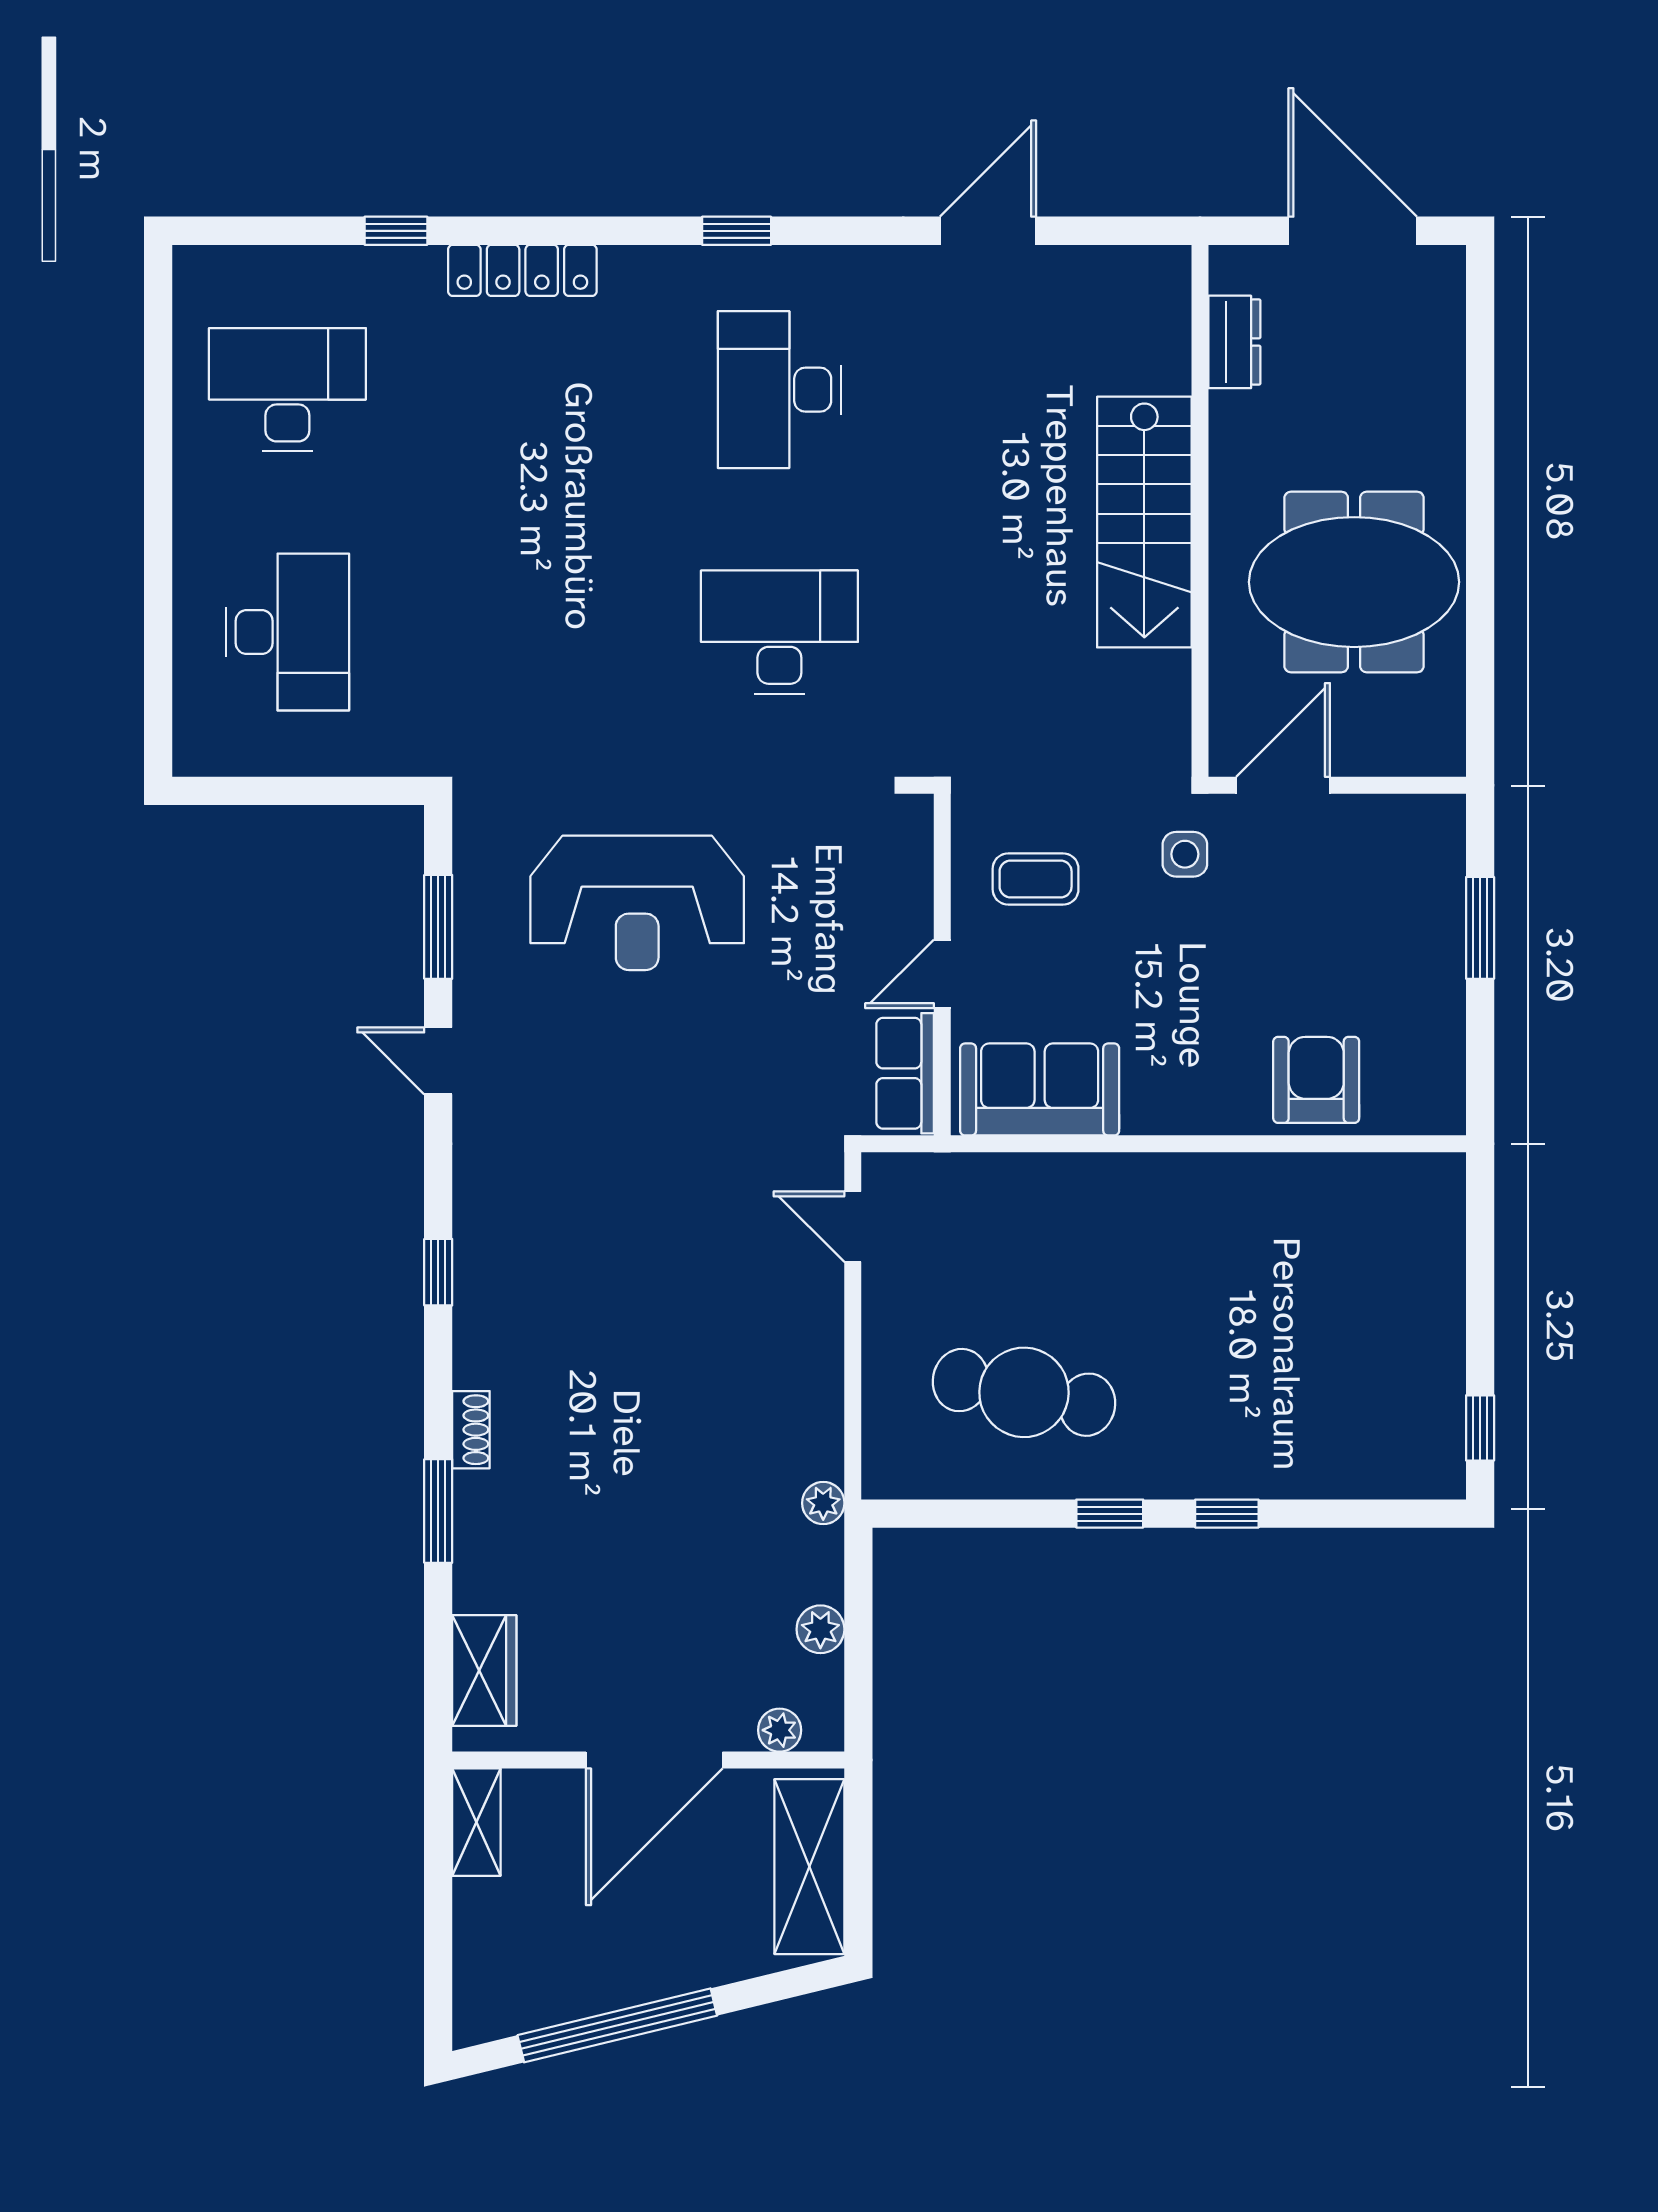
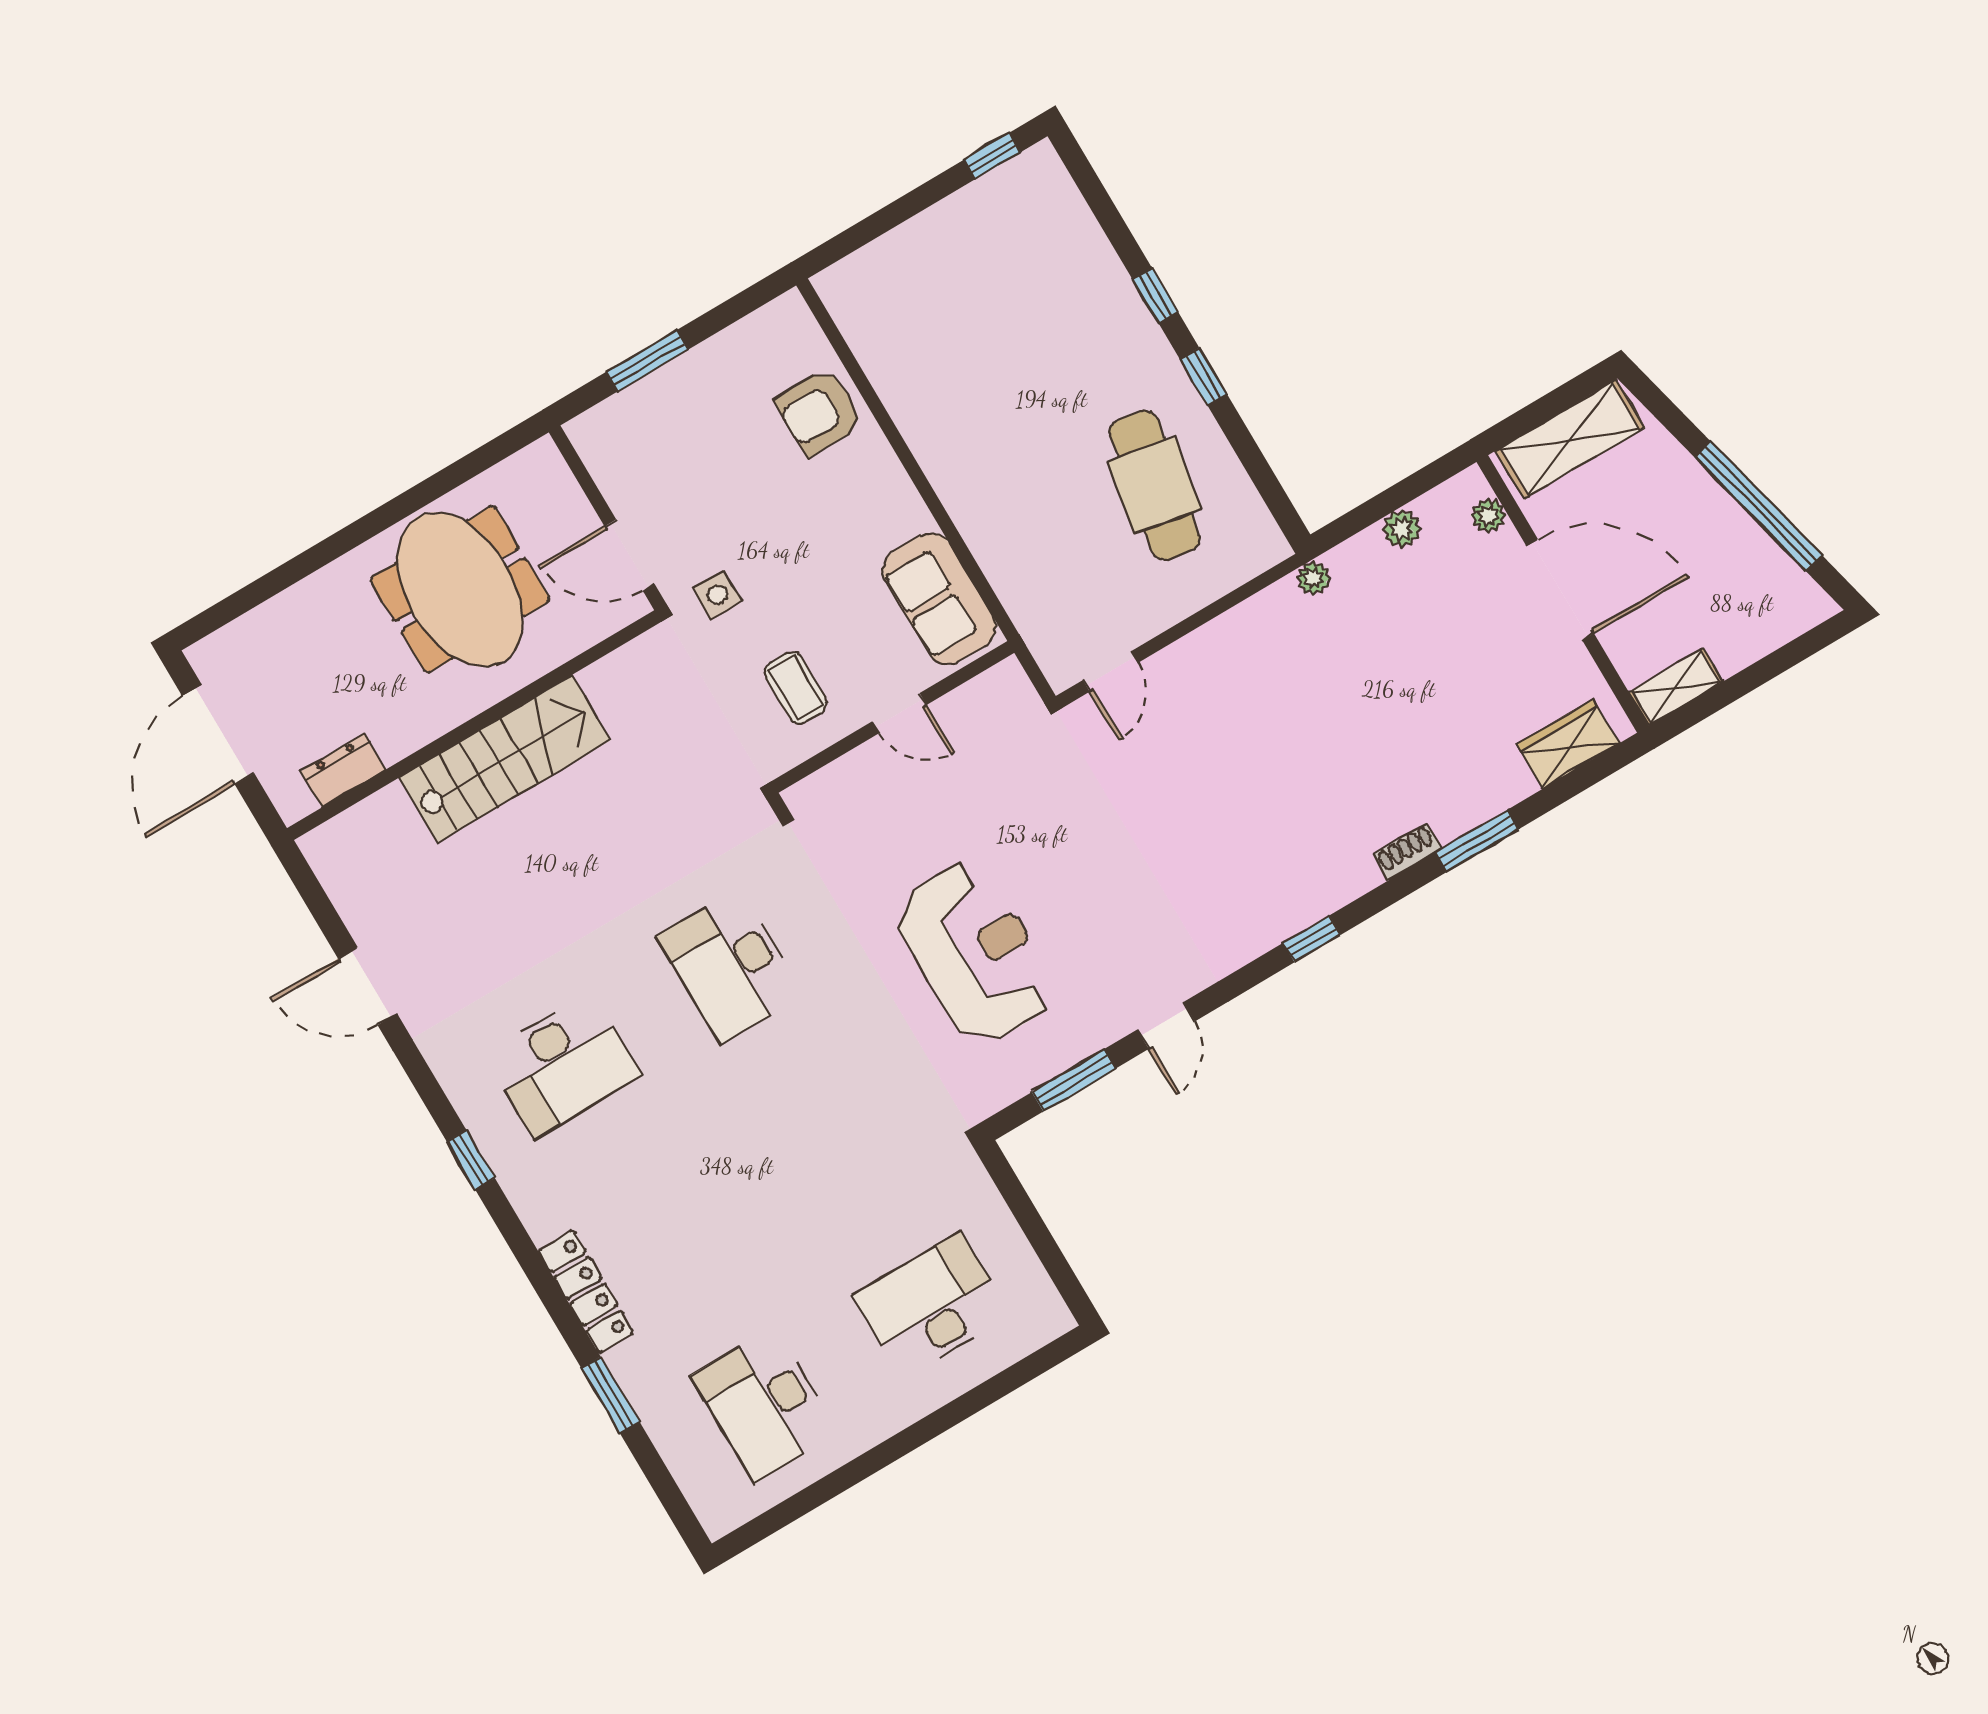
window: (396, 231) -> (610, 1395), width x1.50
row of seats: (905, 1073) -> (983, 698), removed

